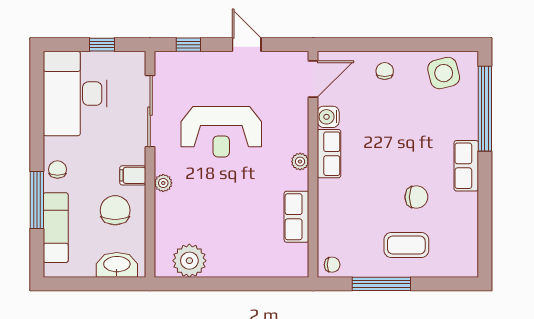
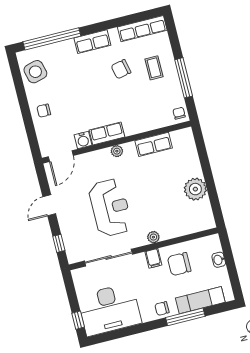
window: (102, 45) -> (78, 320), moved
door: (313, 79) -> (61, 156), swing flipped
chair: (416, 197) -> (121, 69), turned -102
row of seats: (467, 242) -> (142, 29), added
coffee table: (406, 245) -> (154, 68), width x0.73, depth x0.77
plant: (189, 261) -> (195, 189), moved
washbasin: (117, 265) -> (219, 260), width x0.52, depth x0.69

